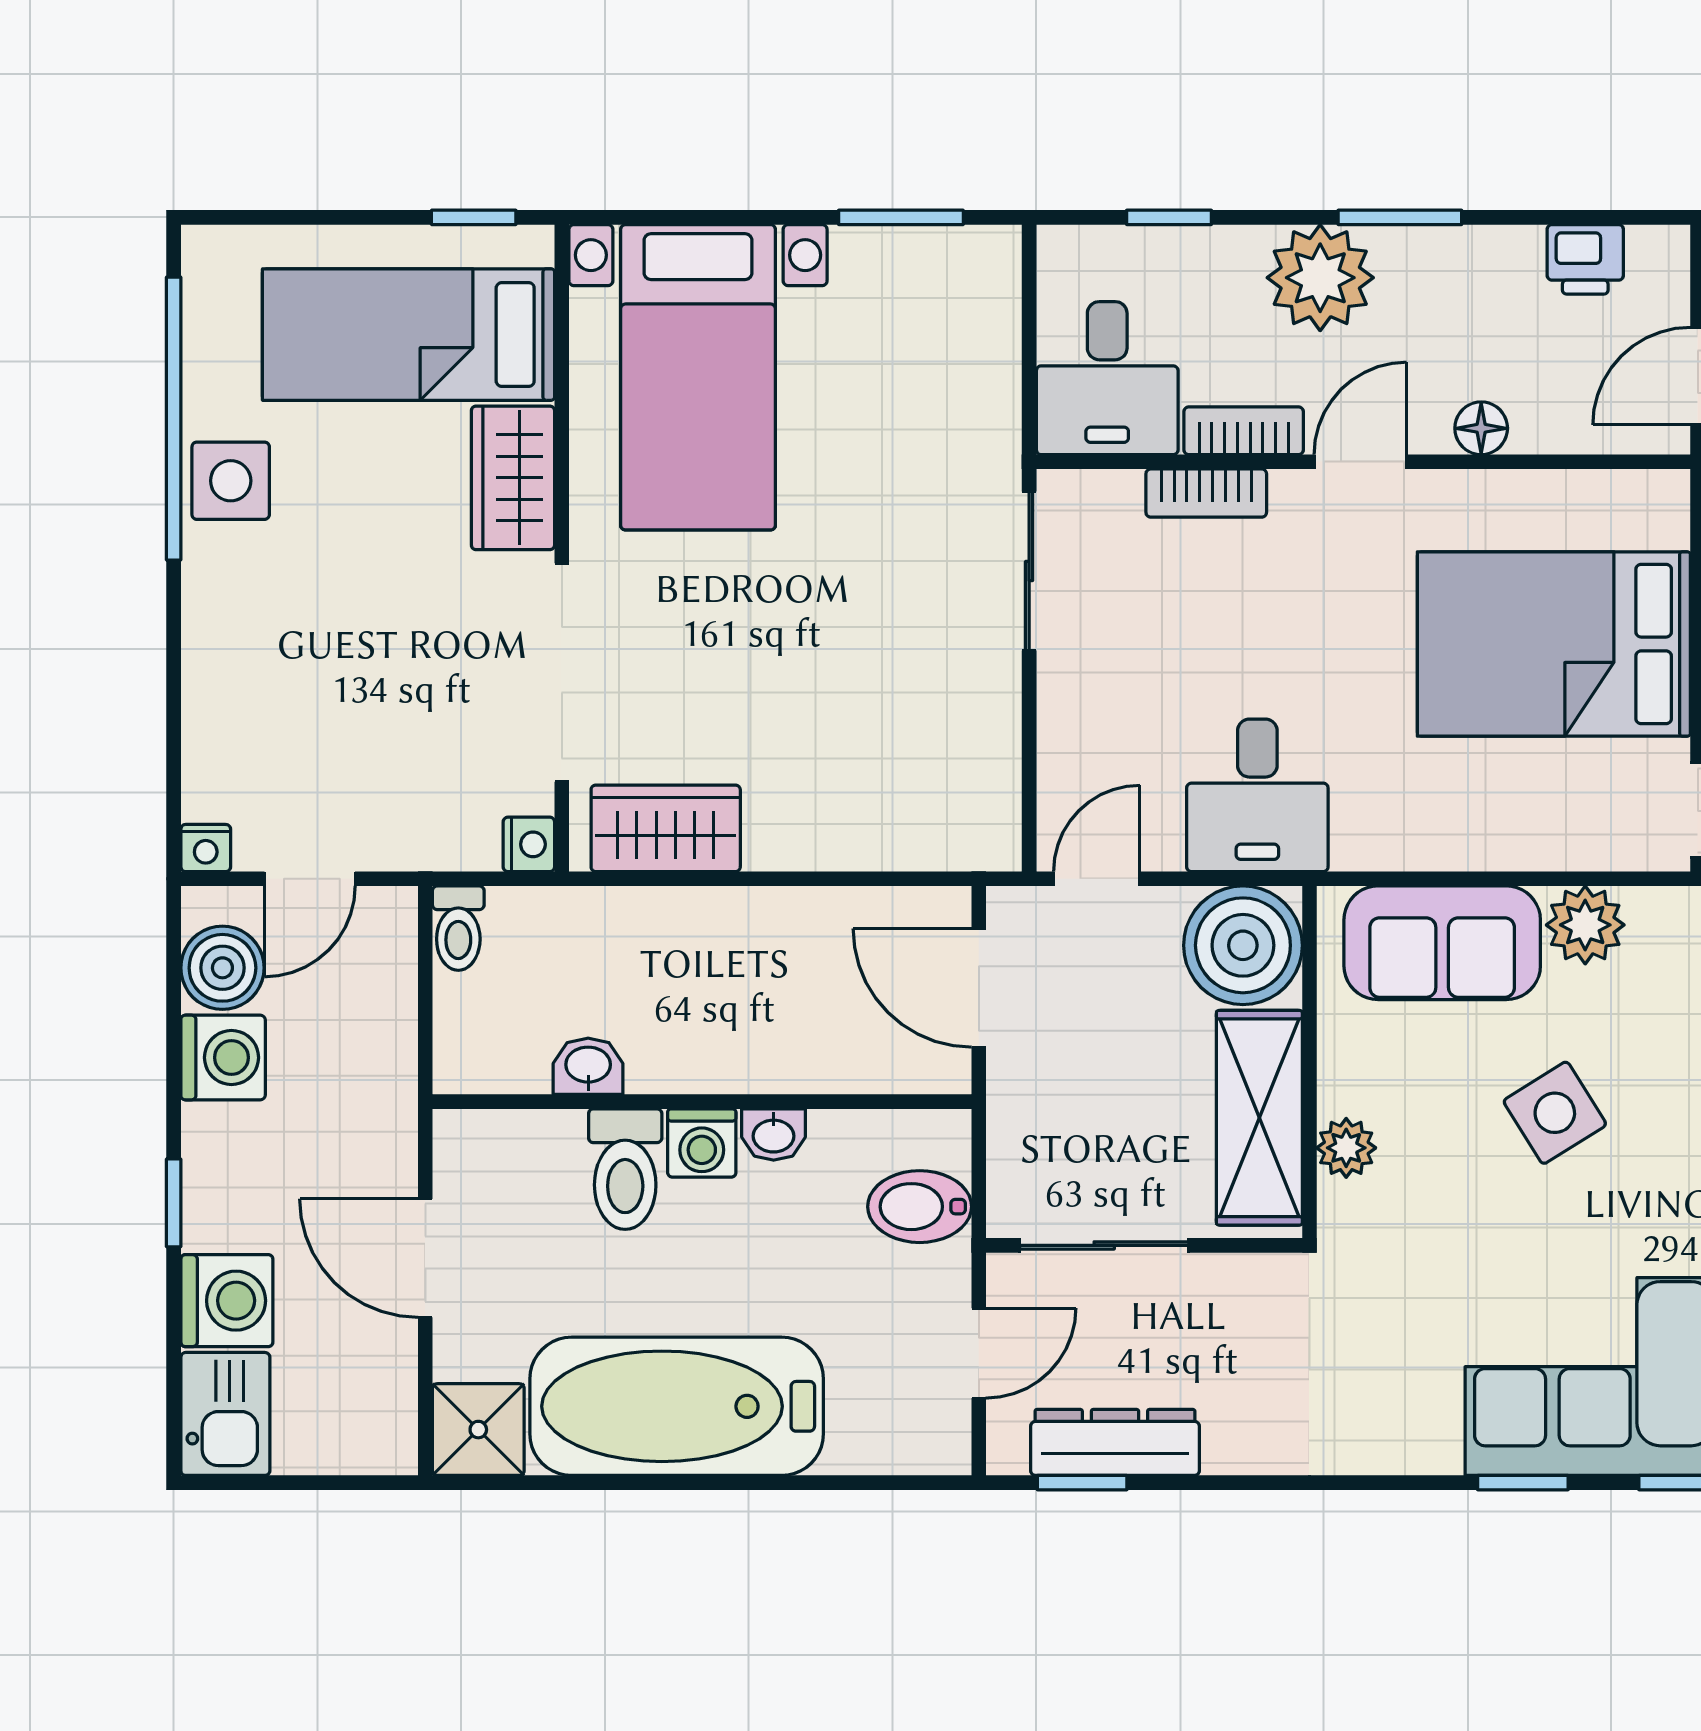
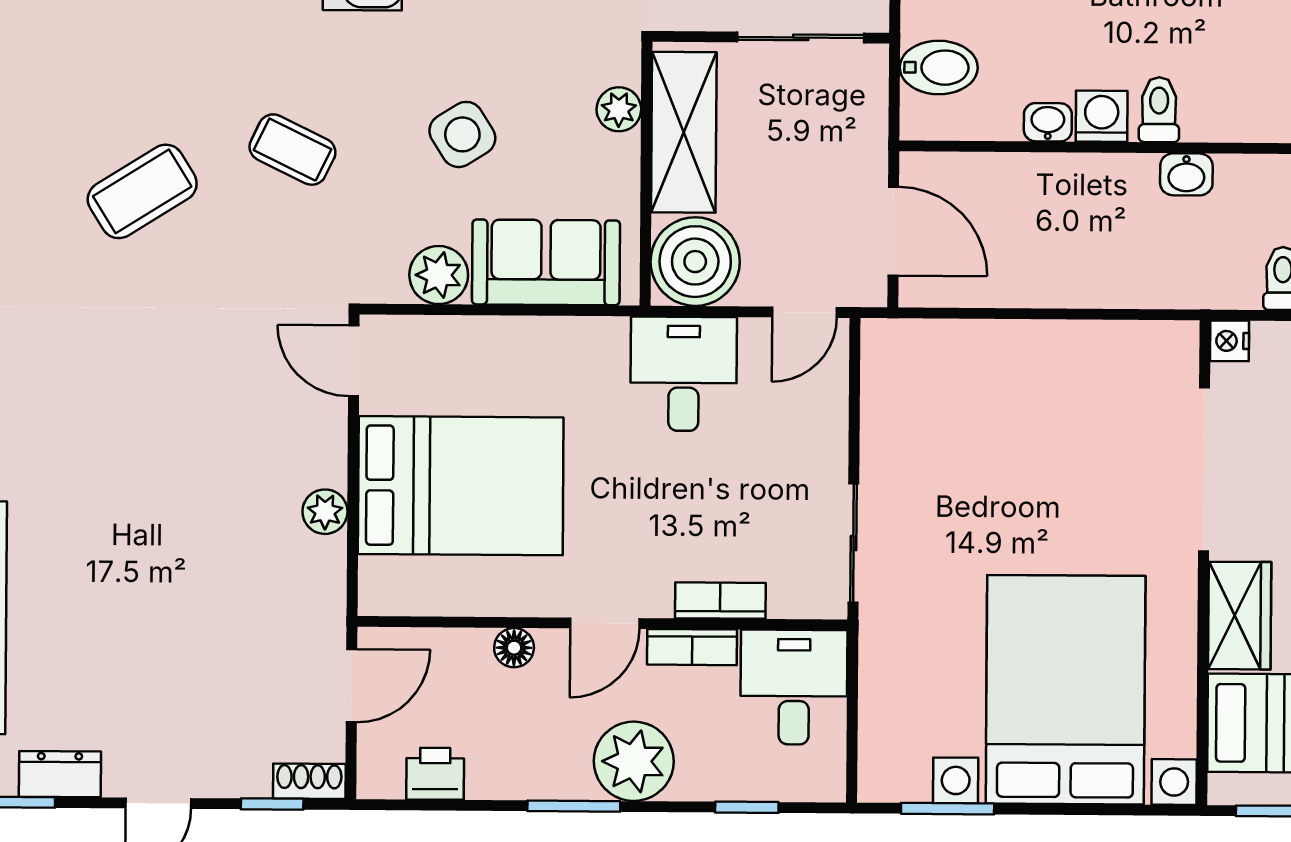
bed with nightstands: (698, 377) -> (1066, 690), width x1.36
wardrobe: (666, 828) -> (1127, 352), removed
toilet: (625, 1169) -> (1159, 110), width x0.73, depth x0.72

